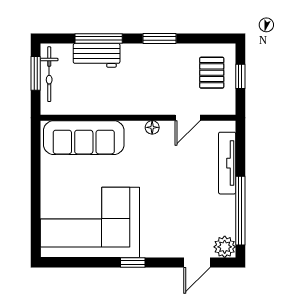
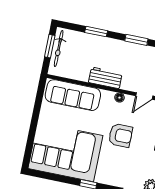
window: (99, 38) -> (96, 32), width x0.69
workbench: (97, 55) -> (105, 78), moved, turned 180
armchair: (165, 182) -> (120, 135), added

